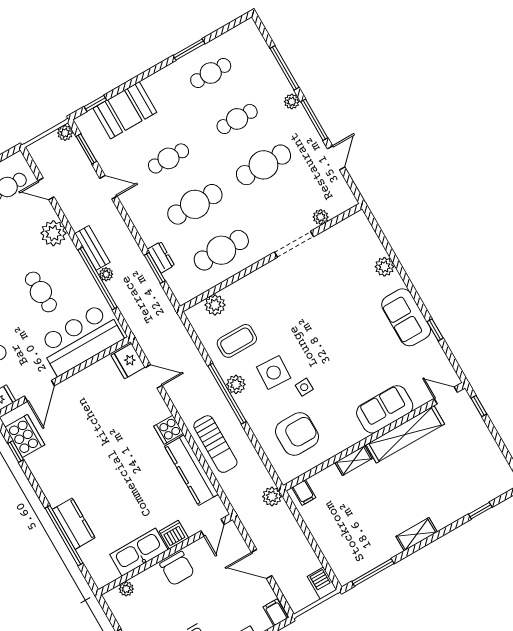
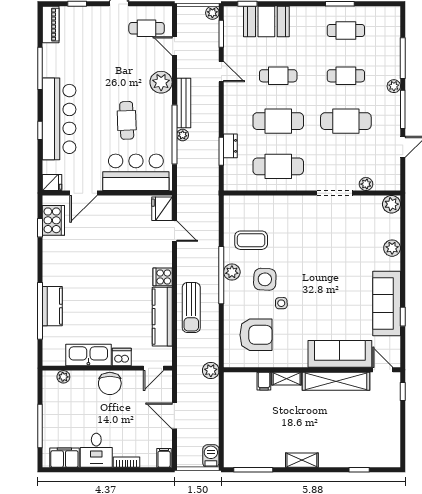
bench: (92, 248) -> (184, 103), width x1.36
plant: (215, 305) -> (391, 204), moved
sofa: (406, 317) -> (387, 303), width x1.36
sofa: (385, 409) -> (340, 354), width x1.36
filing cabinet: (304, 493) -> (264, 381), moved

